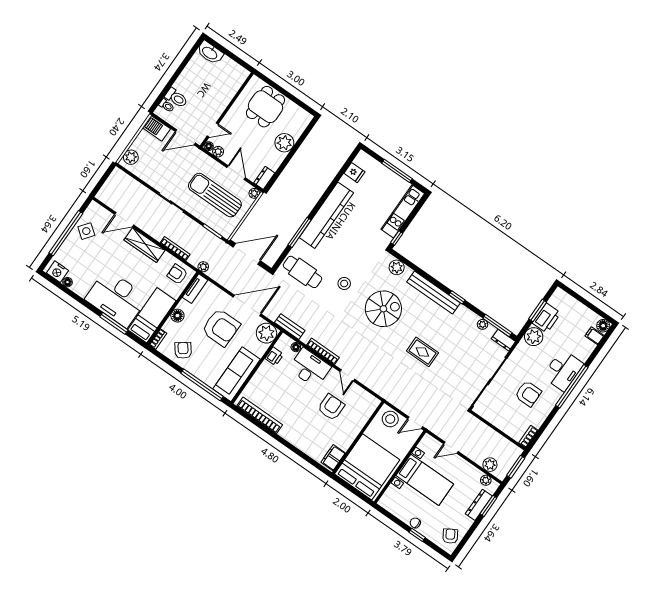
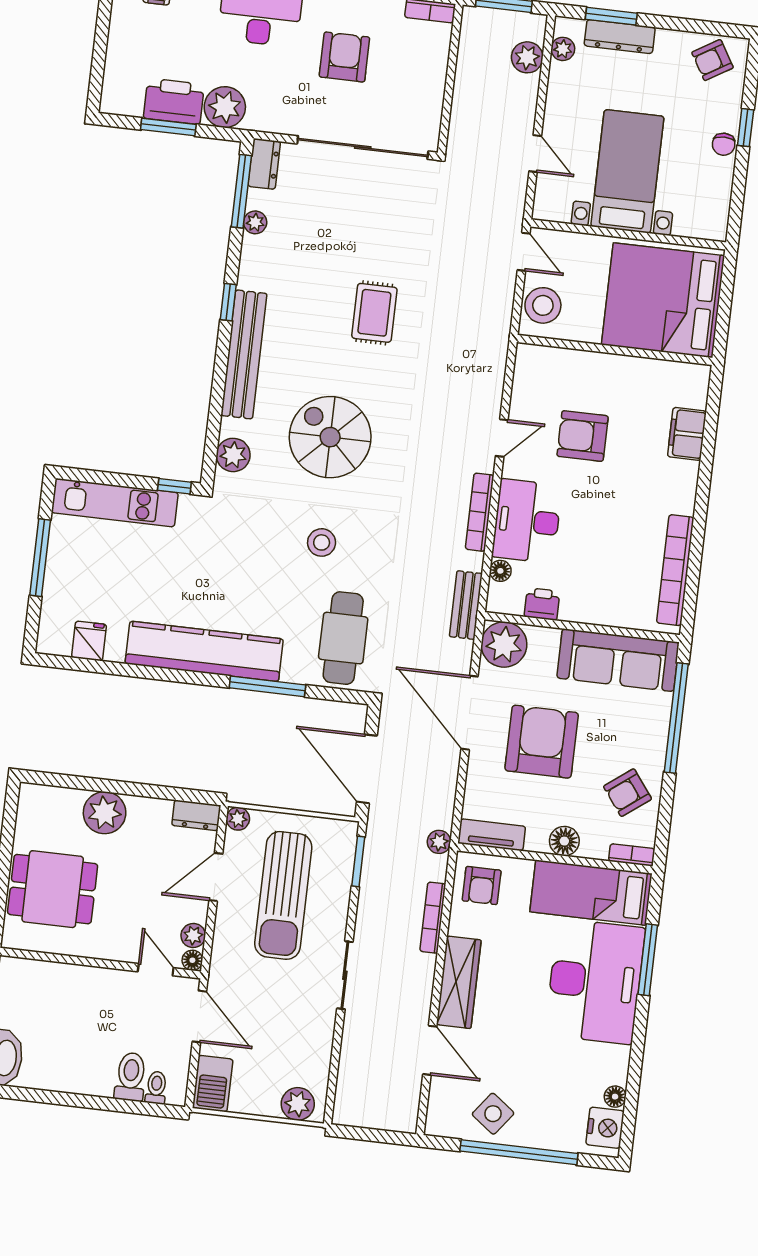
filing cabinet: (333, 458) -> (687, 434), moved, turned 90

